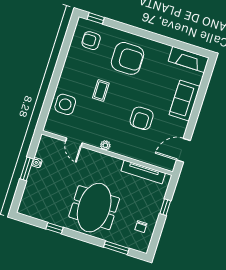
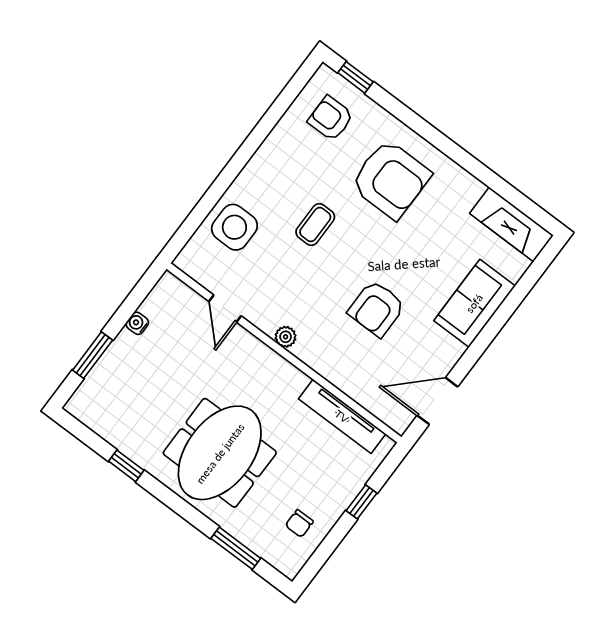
window: (27, 169) -> (93, 355), moved

